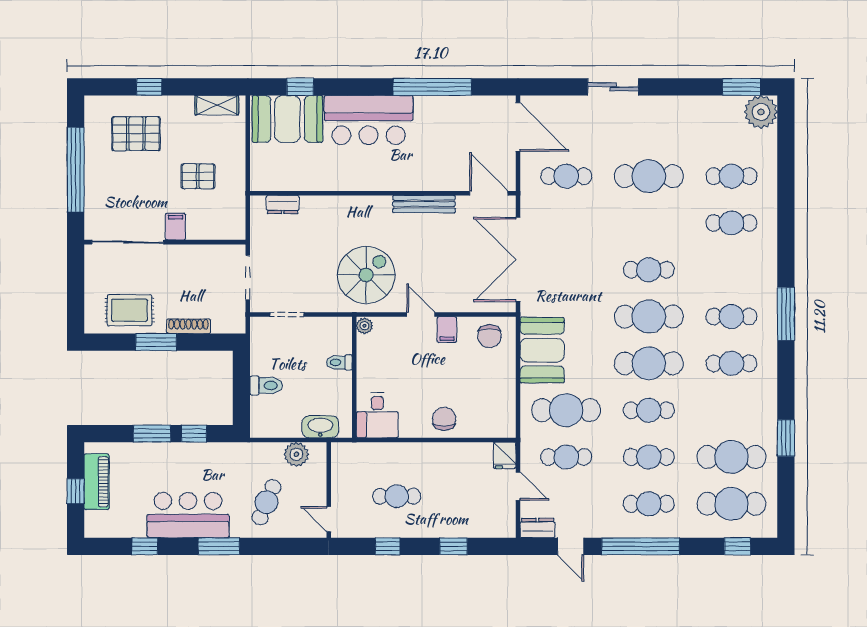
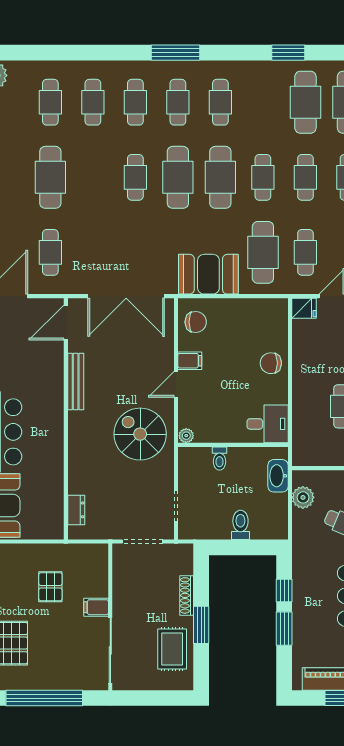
cafe table: (731, 270) -> (135, 102), added

